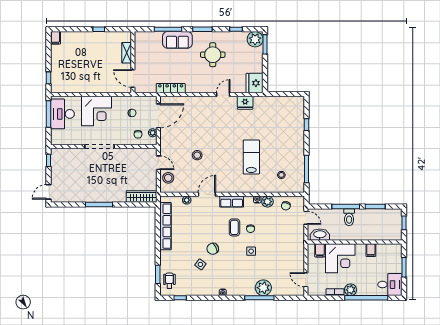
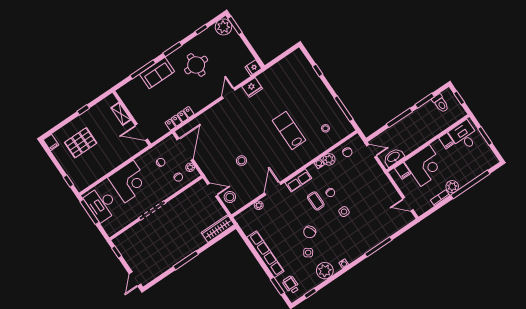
pallet: (79, 54) -> (81, 143), added
fridge: (255, 83) -> (253, 68), width x0.53, depth x0.75
toilet: (349, 217) -> (440, 103), moved
row of seats: (166, 226) -> (265, 254), moved
desk: (390, 285) -> (464, 136), moved, turned -90
plant: (263, 288) -> (325, 271), moved

